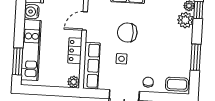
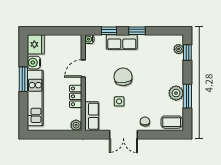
plant: (185, 20) -> (176, 93), moved
chair: (127, 32) -> (123, 77), turned 84
window: (18, 61) -> (23, 79), moved
row of seats: (91, 66) -> (92, 116), width x0.68

